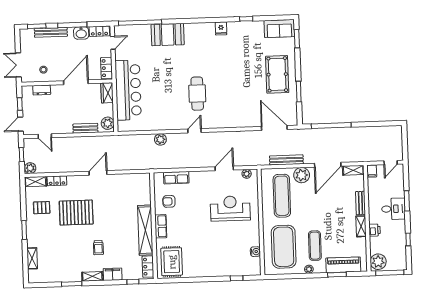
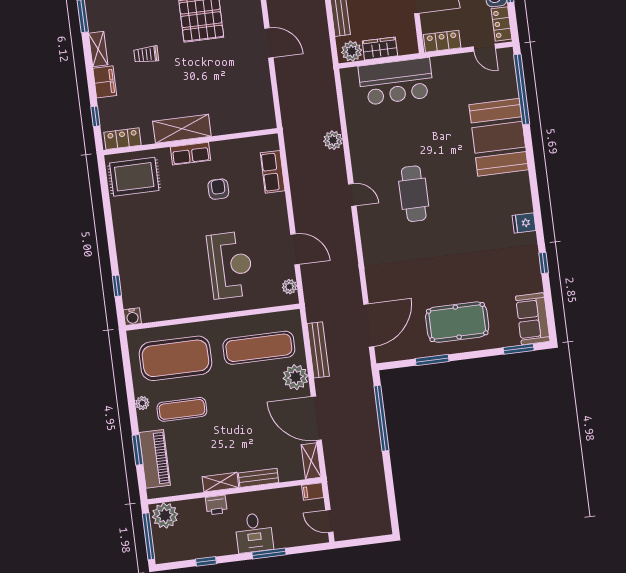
booth: (168, 35) -> (499, 137), width x1.36, depth x1.42
bar counter: (128, 90) -> (396, 82), width x0.73
wardrobe: (107, 93) -> (380, 48), moved
cafe table: (197, 94) -> (414, 194), turned 90
armchair: (169, 201) -> (218, 189), moved
shelving: (145, 230) -> (182, 129), width x0.68
water cooler: (255, 252) -> (132, 317), moved

